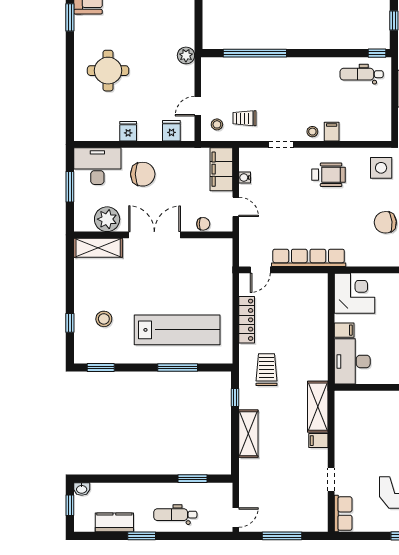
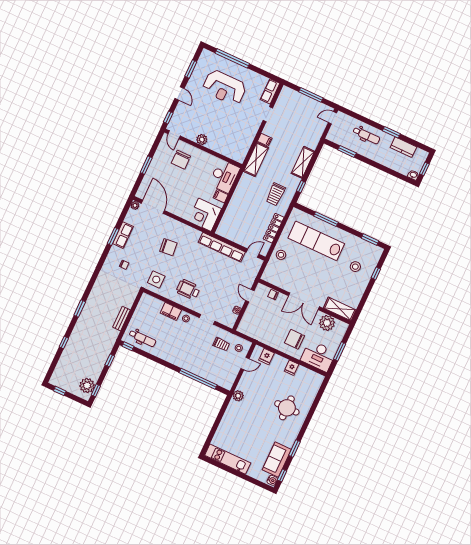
filing cabinet: (332, 132) -> (171, 311), width x2.00
filing cabinet: (221, 169) -> (248, 321), removed
stool: (218, 286) -> (281, 255), added

